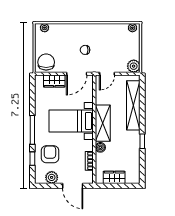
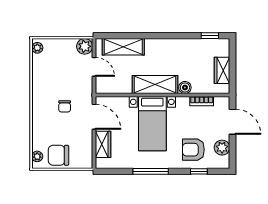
chair: (46, 62) -> (58, 155), moved
door: (107, 74) -> (94, 67), moved
shelving: (133, 105) -> (123, 47), width x0.68
window: (32, 130) -> (151, 171), moved
window: (142, 141) -> (210, 36), moved
door: (73, 186) -> (233, 122), hinge flipped

